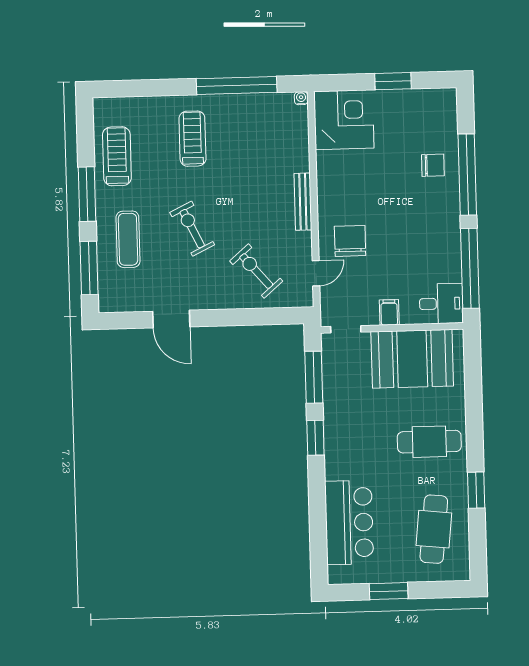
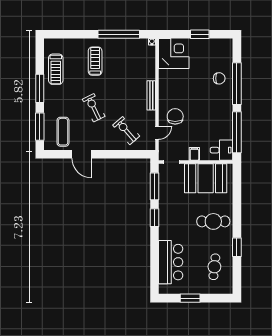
treadmill: (117, 156) -> (56, 69), turned 180
exercise mat: (128, 239) -> (63, 132), moved
cafe table: (434, 529) -> (214, 267), width x0.73, depth x0.74

